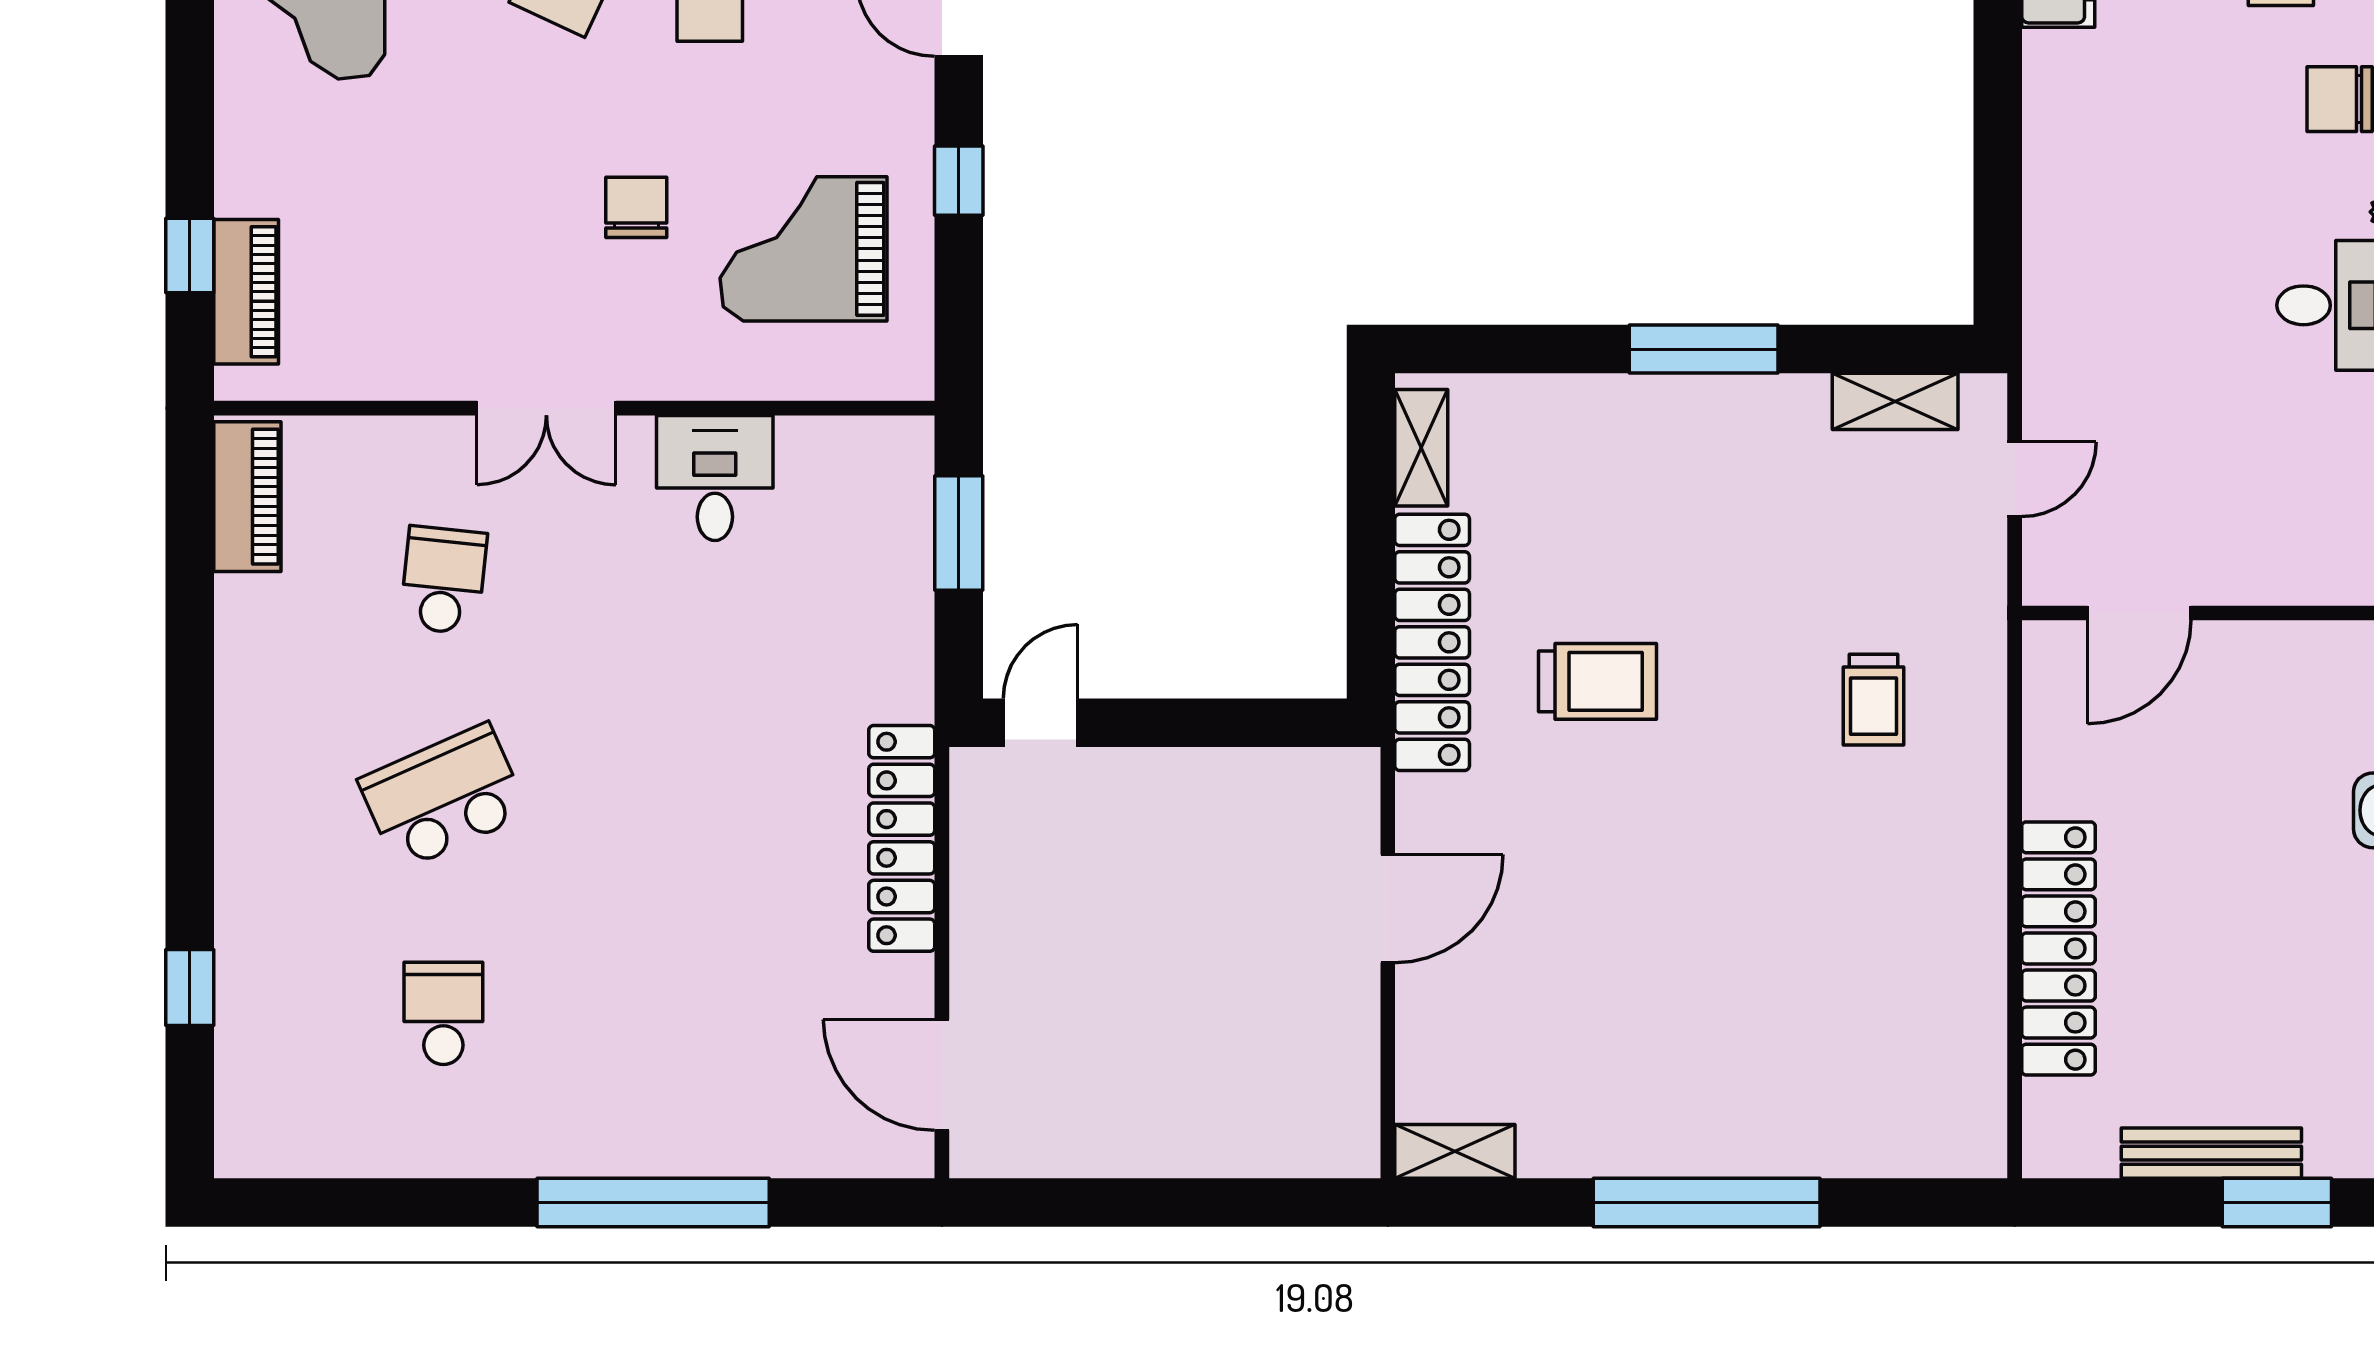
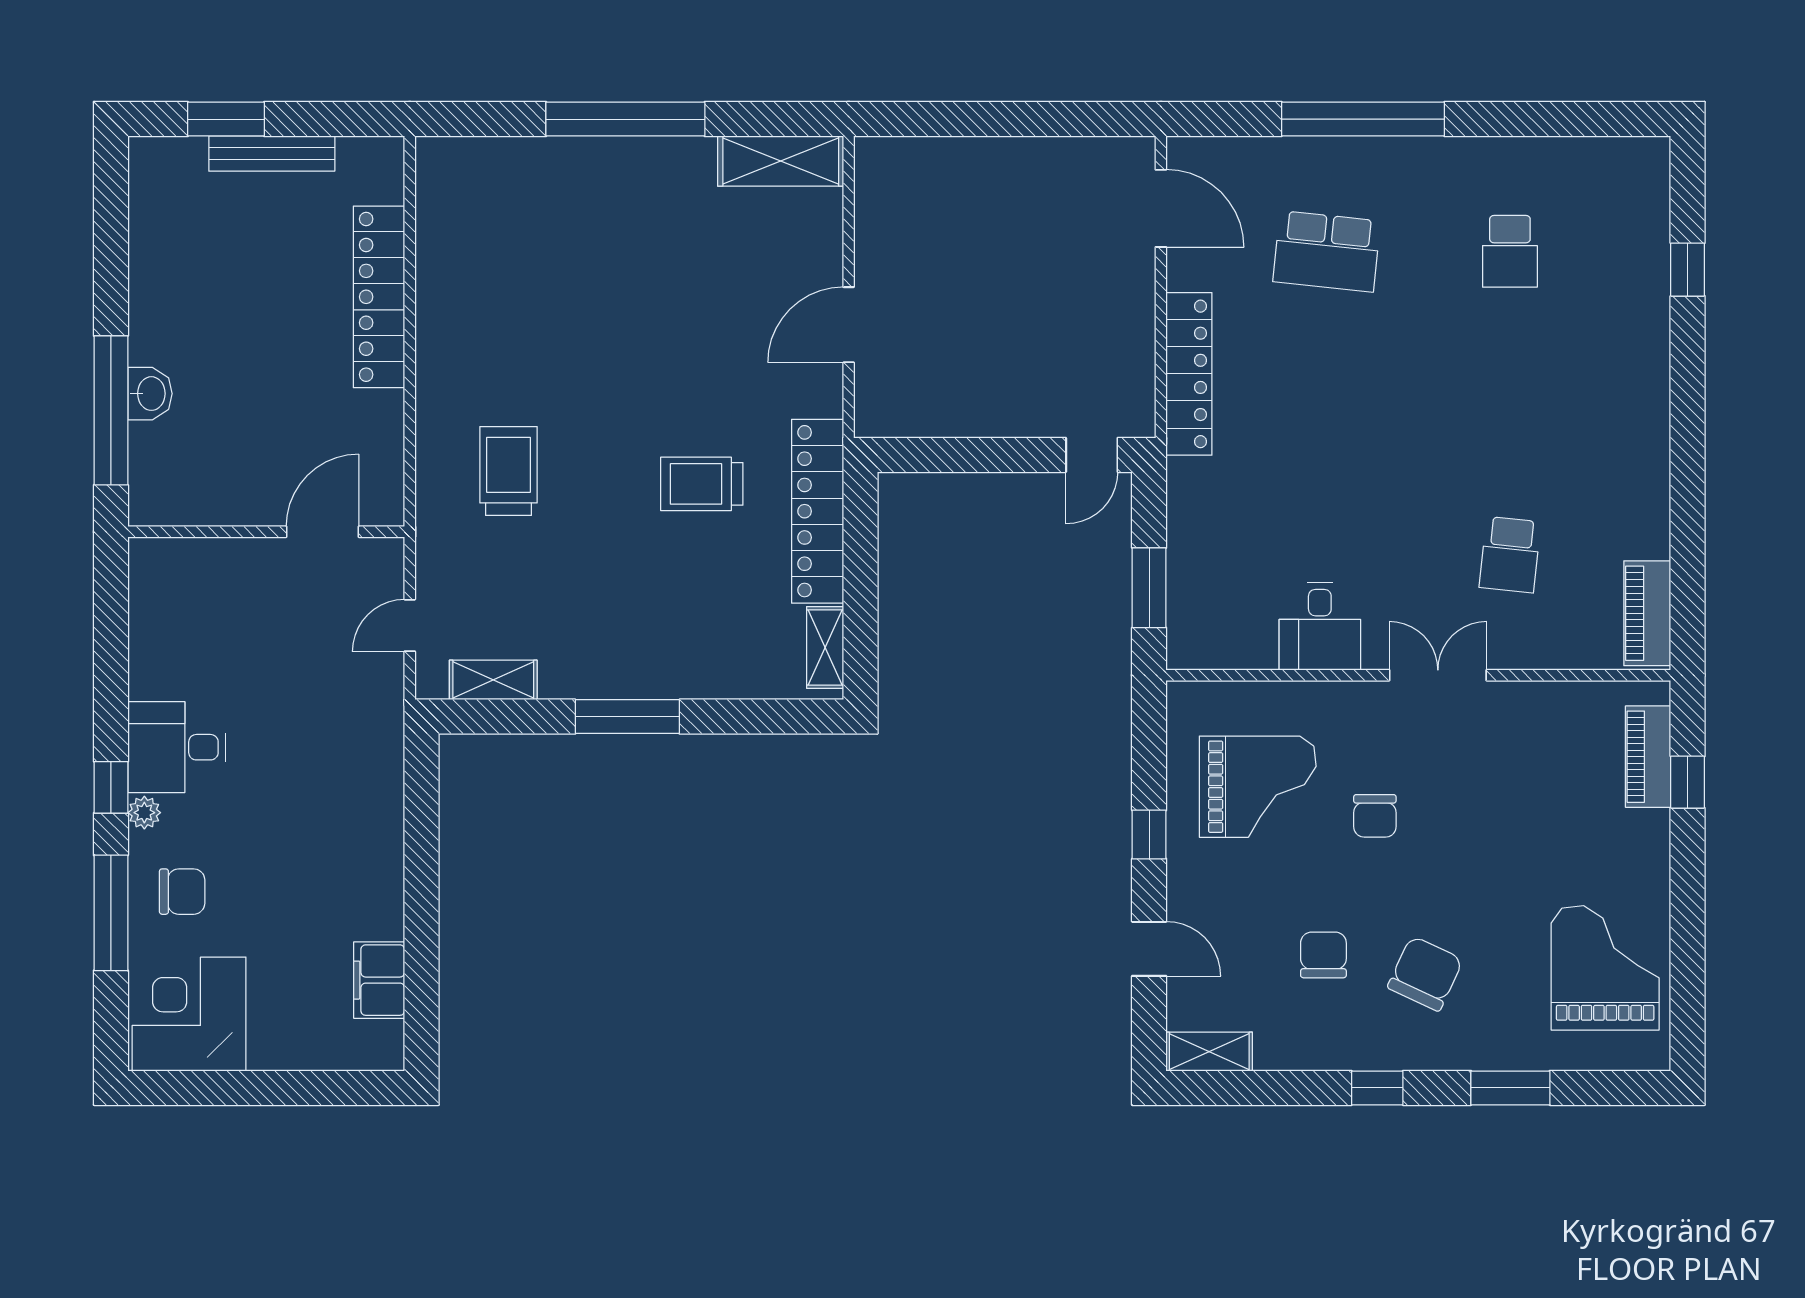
trolley: (1873, 700) -> (509, 471), width x1.36, depth x1.39
school desk: (443, 797) -> (1327, 251), moved, turned 30
shelving: (1455, 1151) -> (781, 161), width x1.50, depth x1.33

